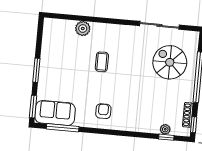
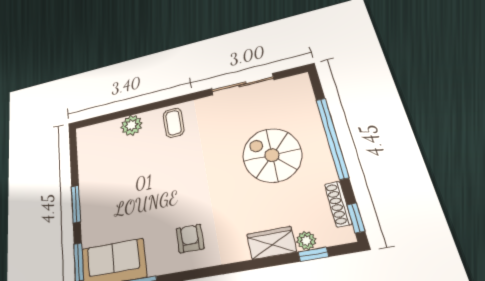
coffee table: (102, 62) -> (174, 123), moved
spiral stairs: (170, 62) -> (272, 155), moved
wardrobe: (147, 126) -> (271, 243), added

